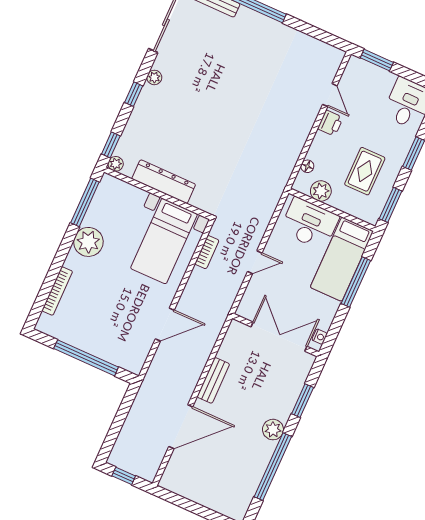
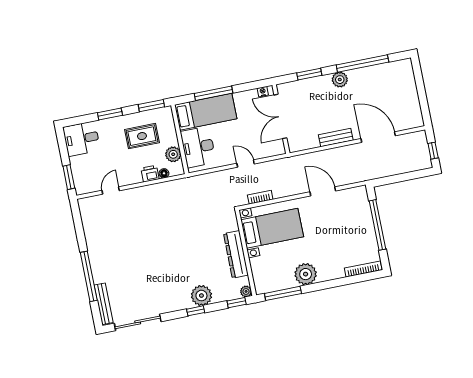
plant: (154, 77) -> (201, 296), moved, width x1.88, depth x1.88
printer: (330, 123) -> (150, 174), moved
bookcase: (57, 291) -> (363, 269), moved

